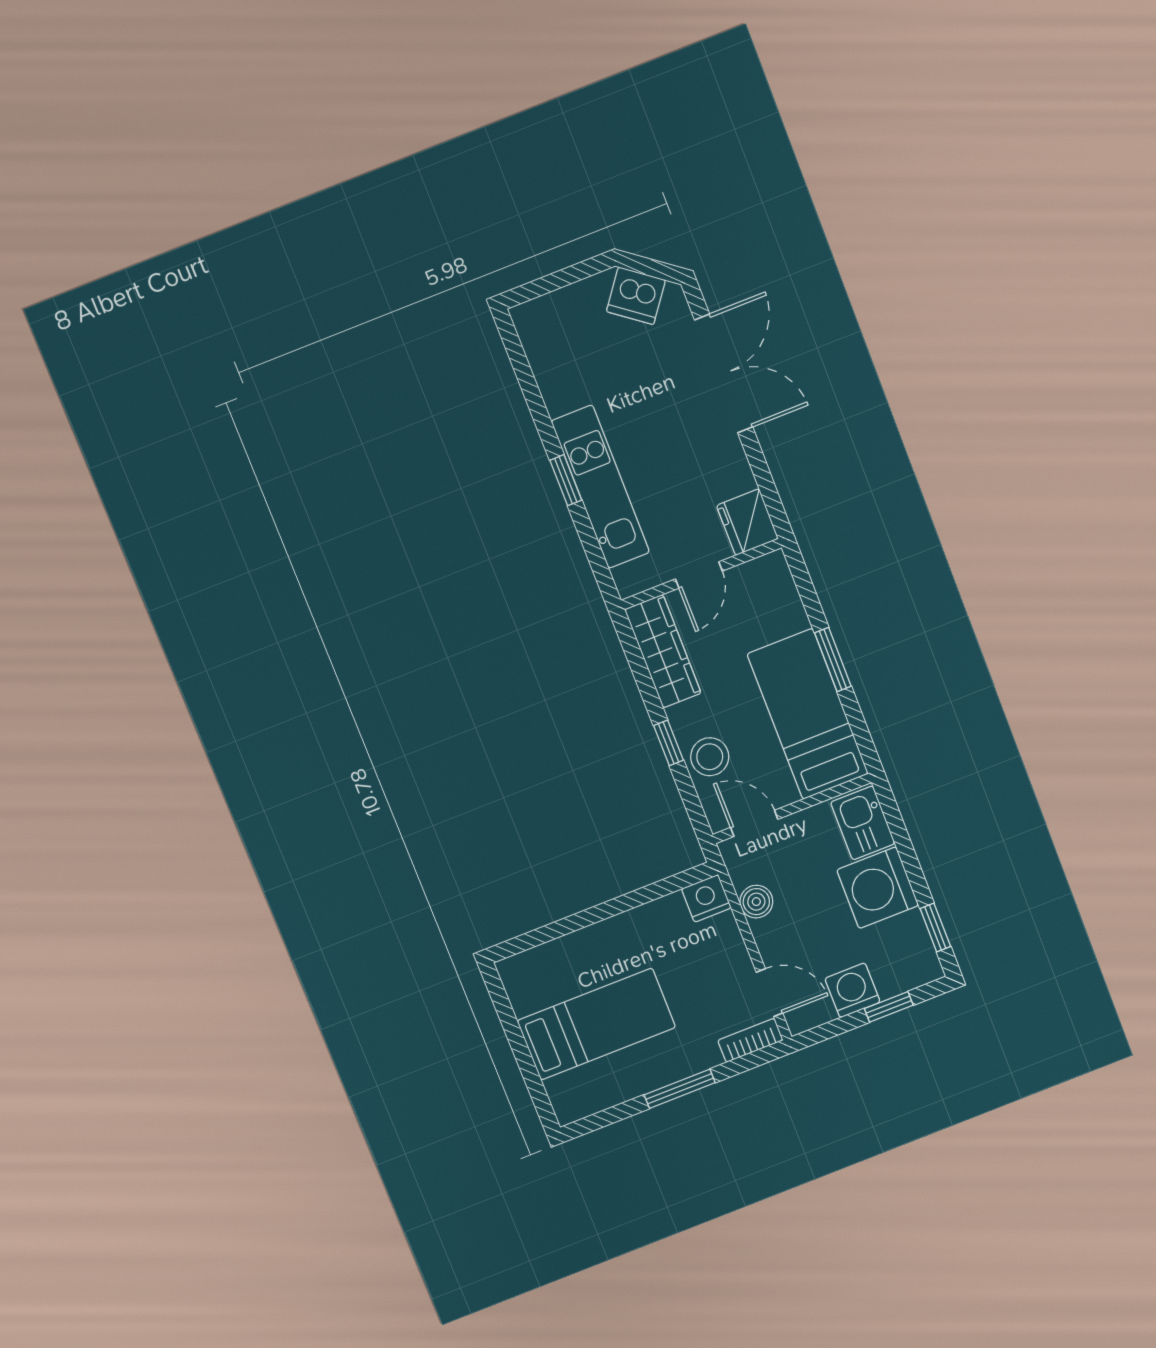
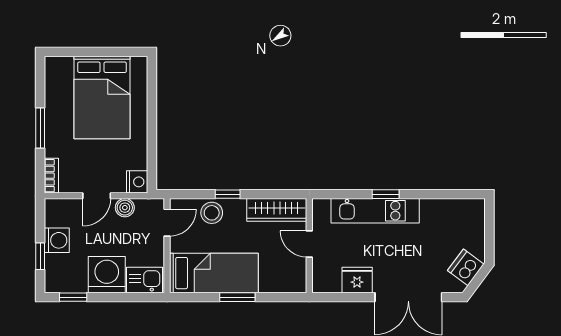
fridge: (747, 522) -> (357, 280), moved
door: (769, 993) -> (97, 196), moved
bed: (596, 1024) -> (102, 97), width x1.50

